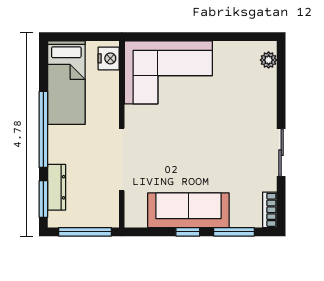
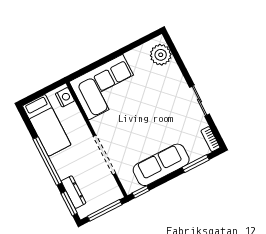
plant: (269, 60) -> (161, 55), width x1.87, depth x1.87
window: (188, 232) -> (141, 192), moved

